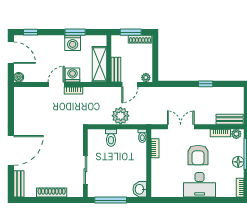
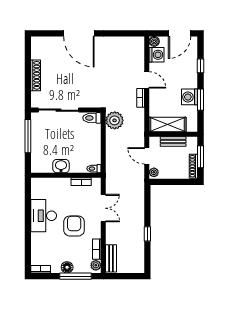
window: (31, 32) -> (200, 66), moved
bench: (116, 70) -> (173, 142), moved
washing machine: (72, 75) -> (157, 55), moved
plant: (121, 116) -> (115, 120), moved
toilet: (111, 138) -> (92, 118), moved
armchair: (198, 155) -> (74, 226), turned 90
sliding door: (85, 170) -> (58, 110), width x1.37
bench: (19, 184) -> (44, 42), removed
desk: (200, 185) -> (44, 216), moved
washbasin: (140, 189) -> (61, 166), moved

